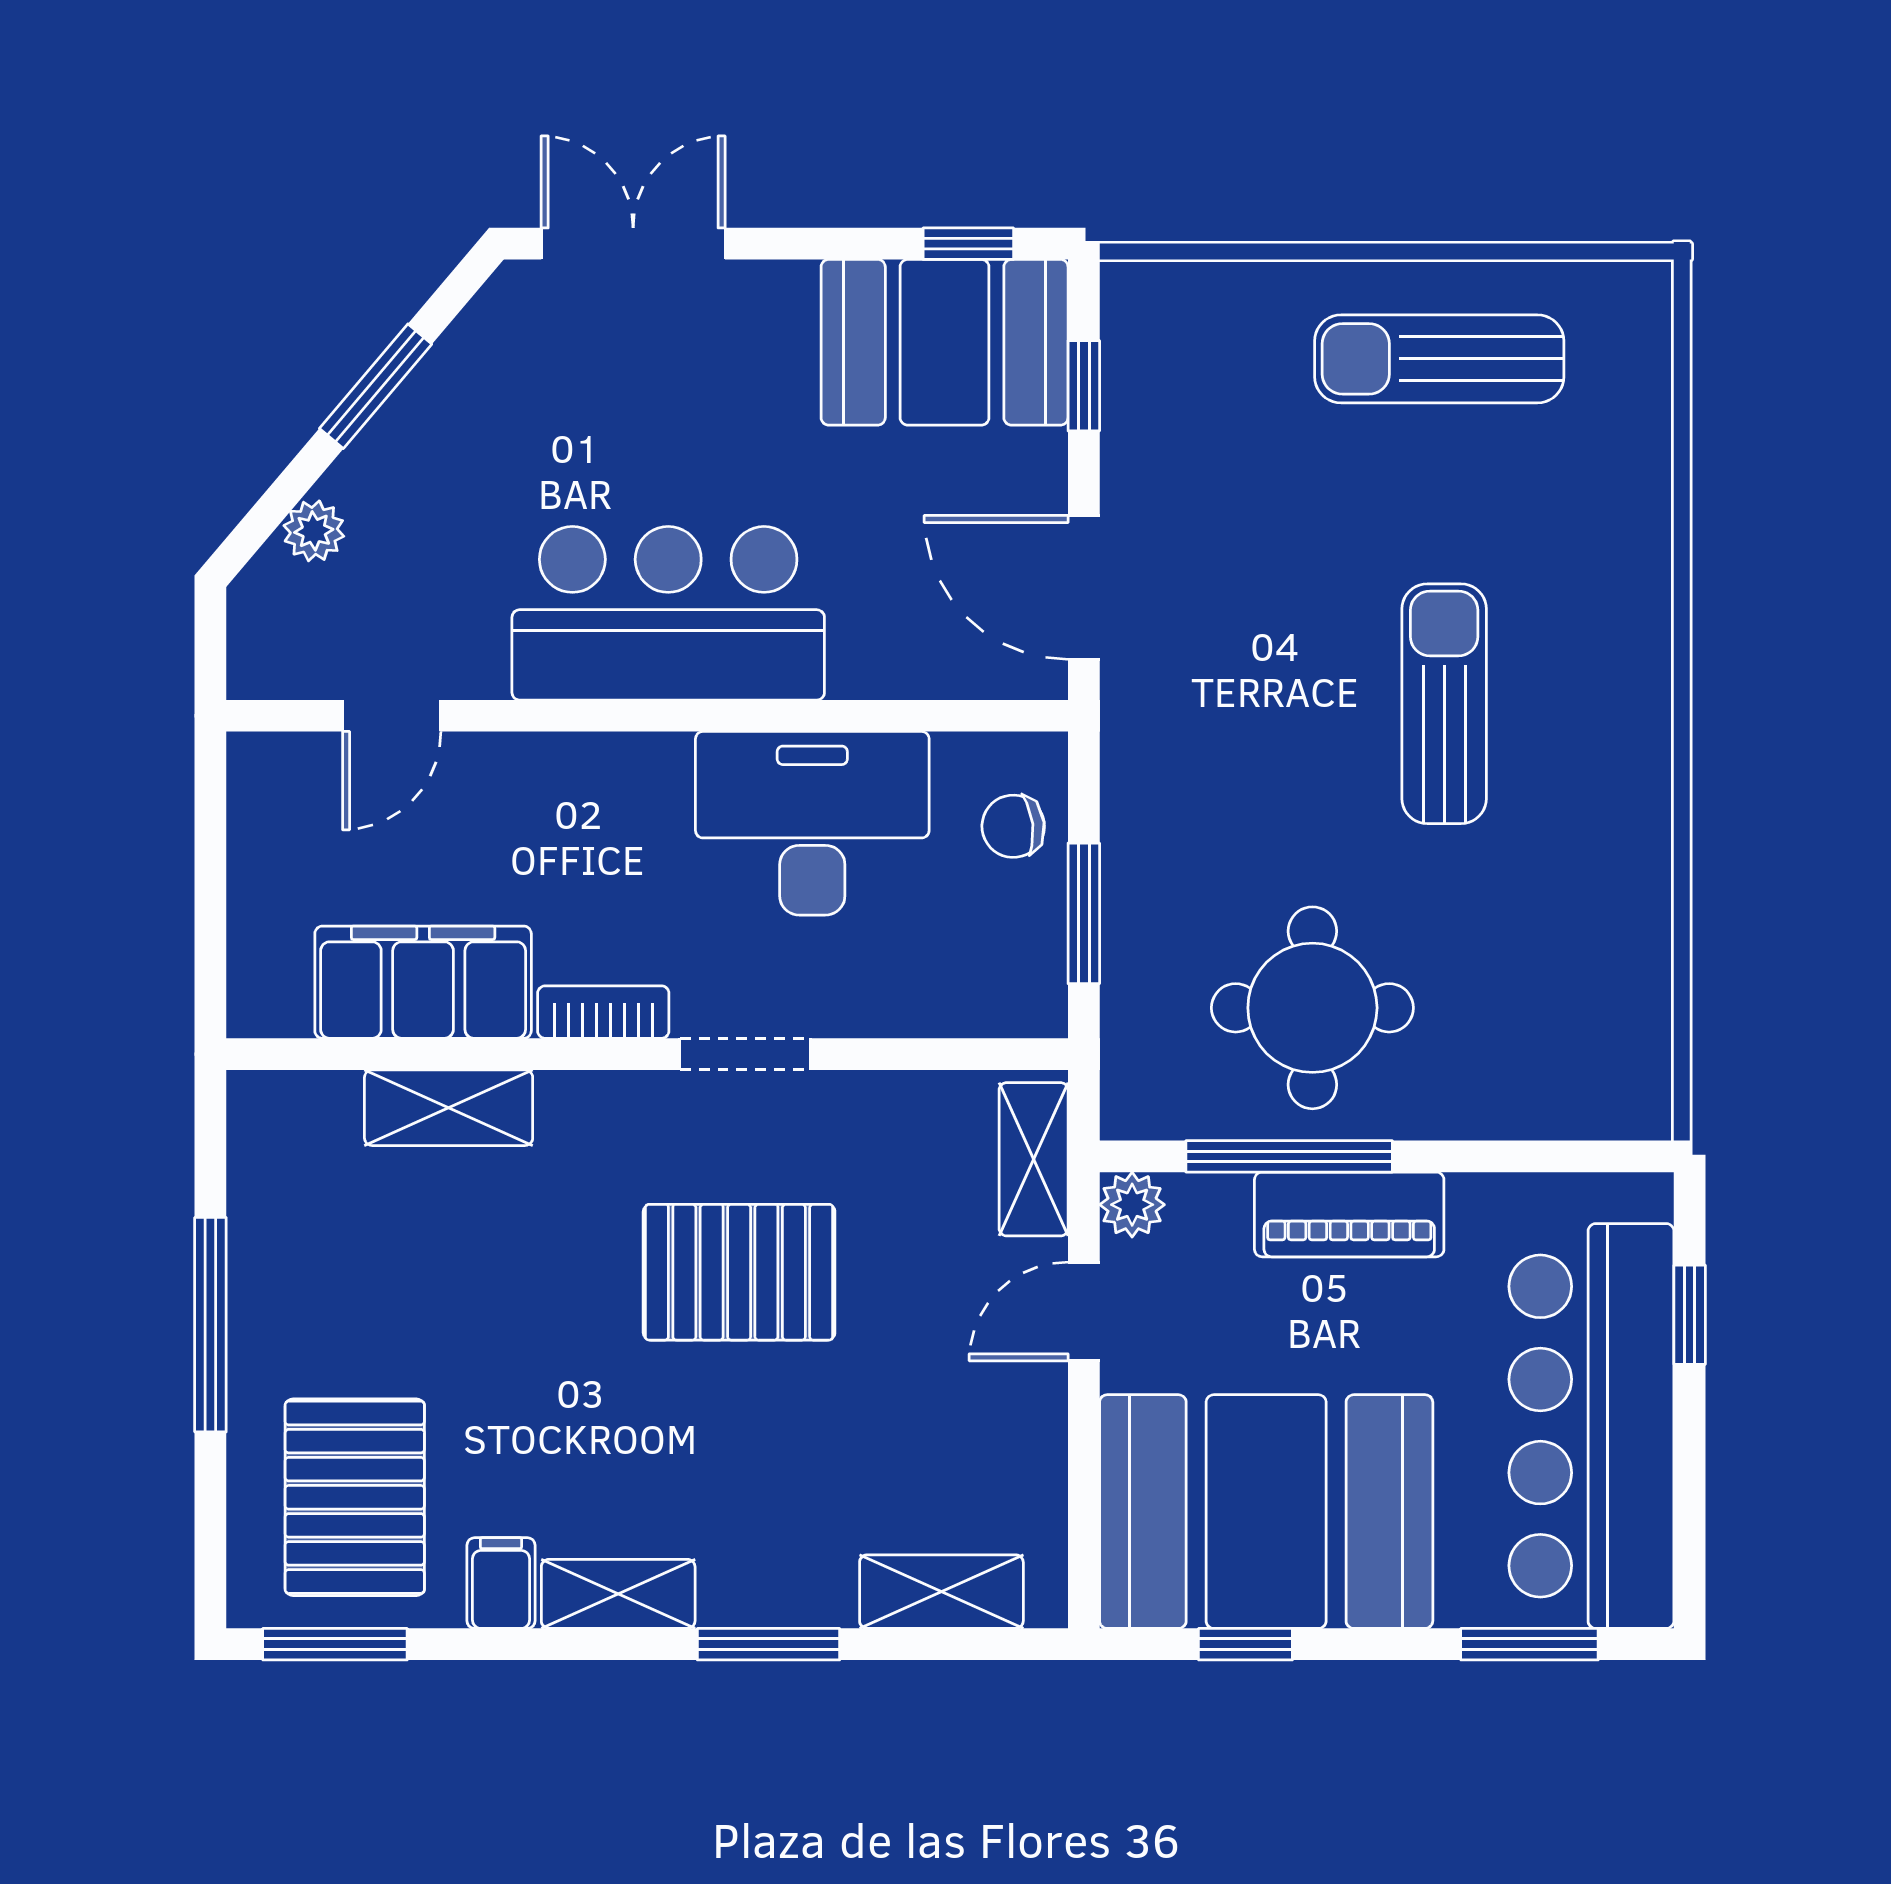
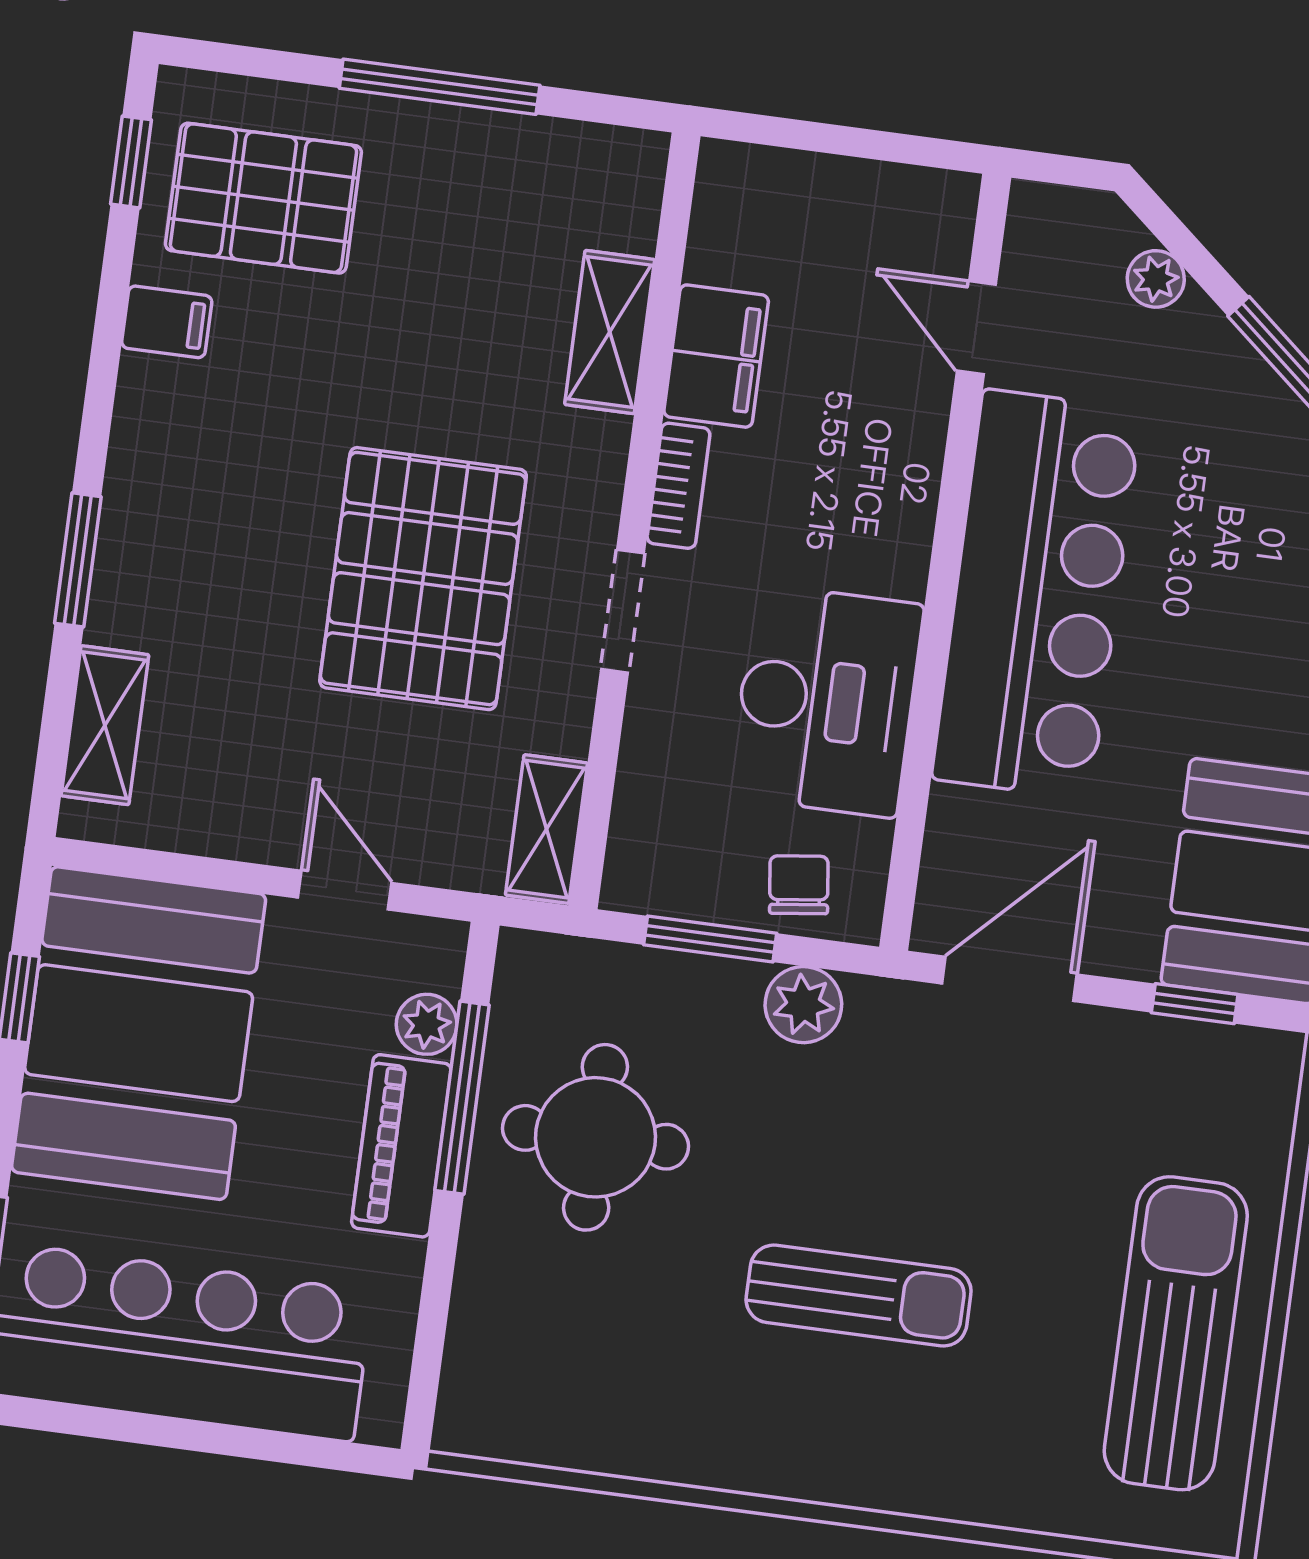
sun lounger: (1439, 359) -> (1176, 1333), width x1.36, depth x1.34
bar counter: (668, 613) -> (1037, 594), width x1.36
plant: (1141, 804) -> (803, 1005), added
filing cabinet: (423, 982) -> (716, 356), width x0.67, depth x0.86
shelving: (1034, 1159) -> (546, 829), moved, turned 90
plant: (1132, 1205) -> (427, 1024), moved
pallet: (739, 1272) -> (423, 579), width x1.37, depth x1.41
window: (1690, 1315) -> (267, 1446), removed
shelving: (618, 1594) -> (142, 428), removed
window: (335, 1644) -> (131, 162), width x0.67

